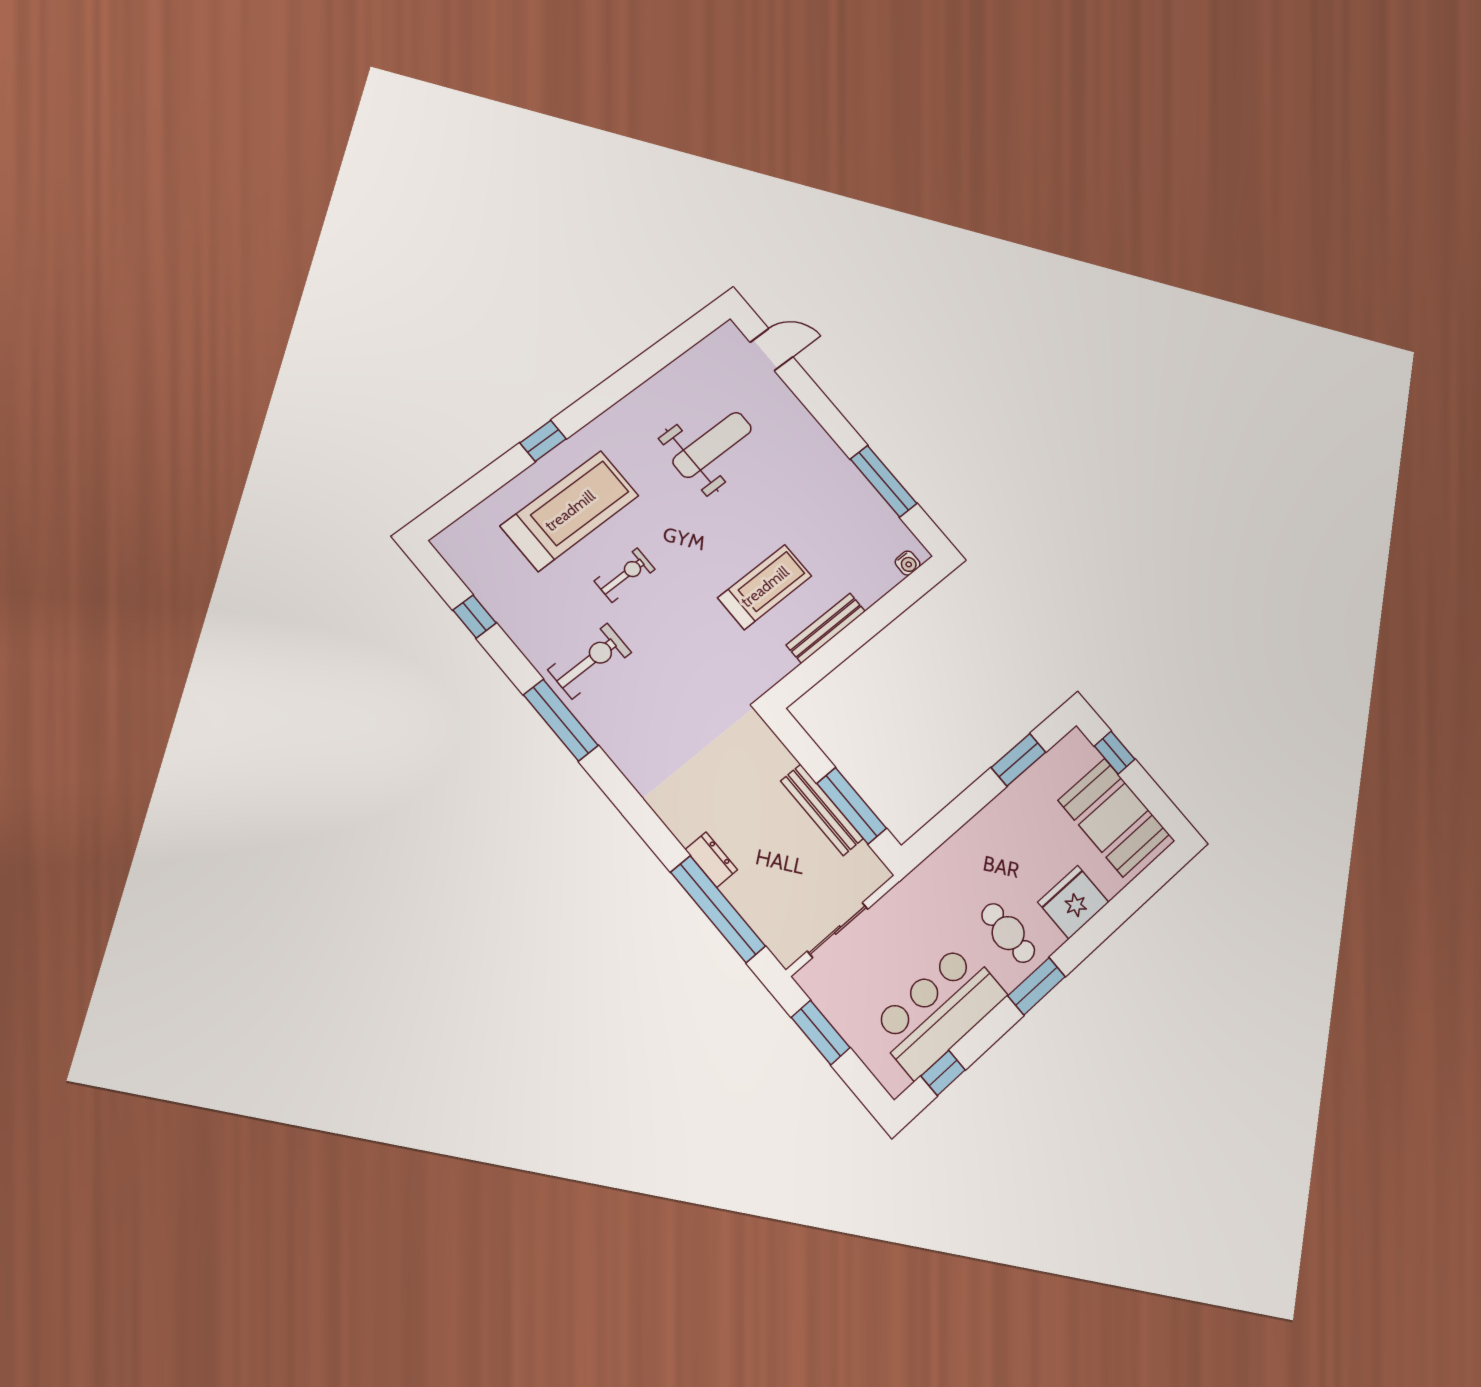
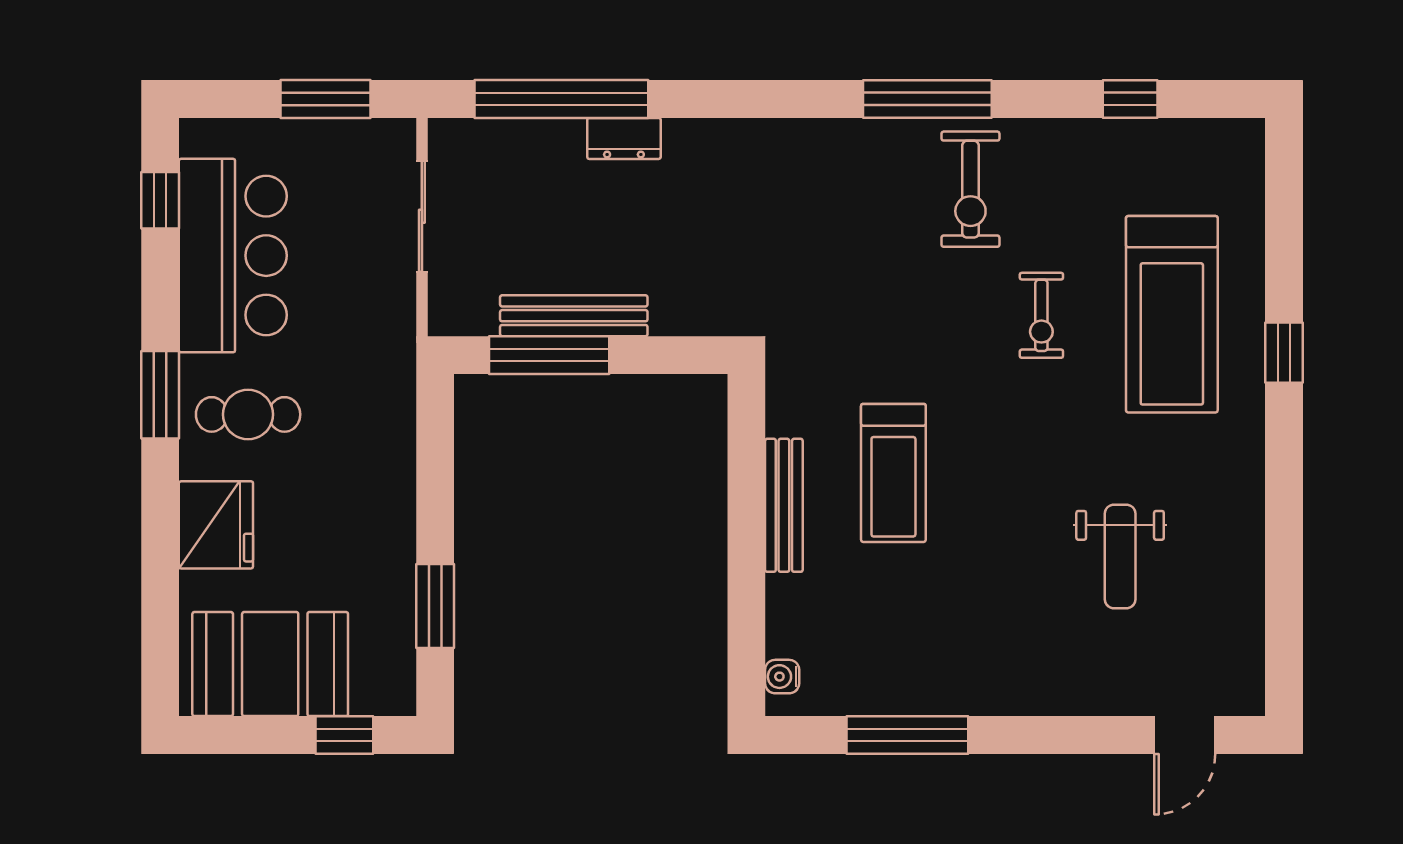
weight bench: (712, 445) -> (1120, 556), width x0.73, depth x0.75

